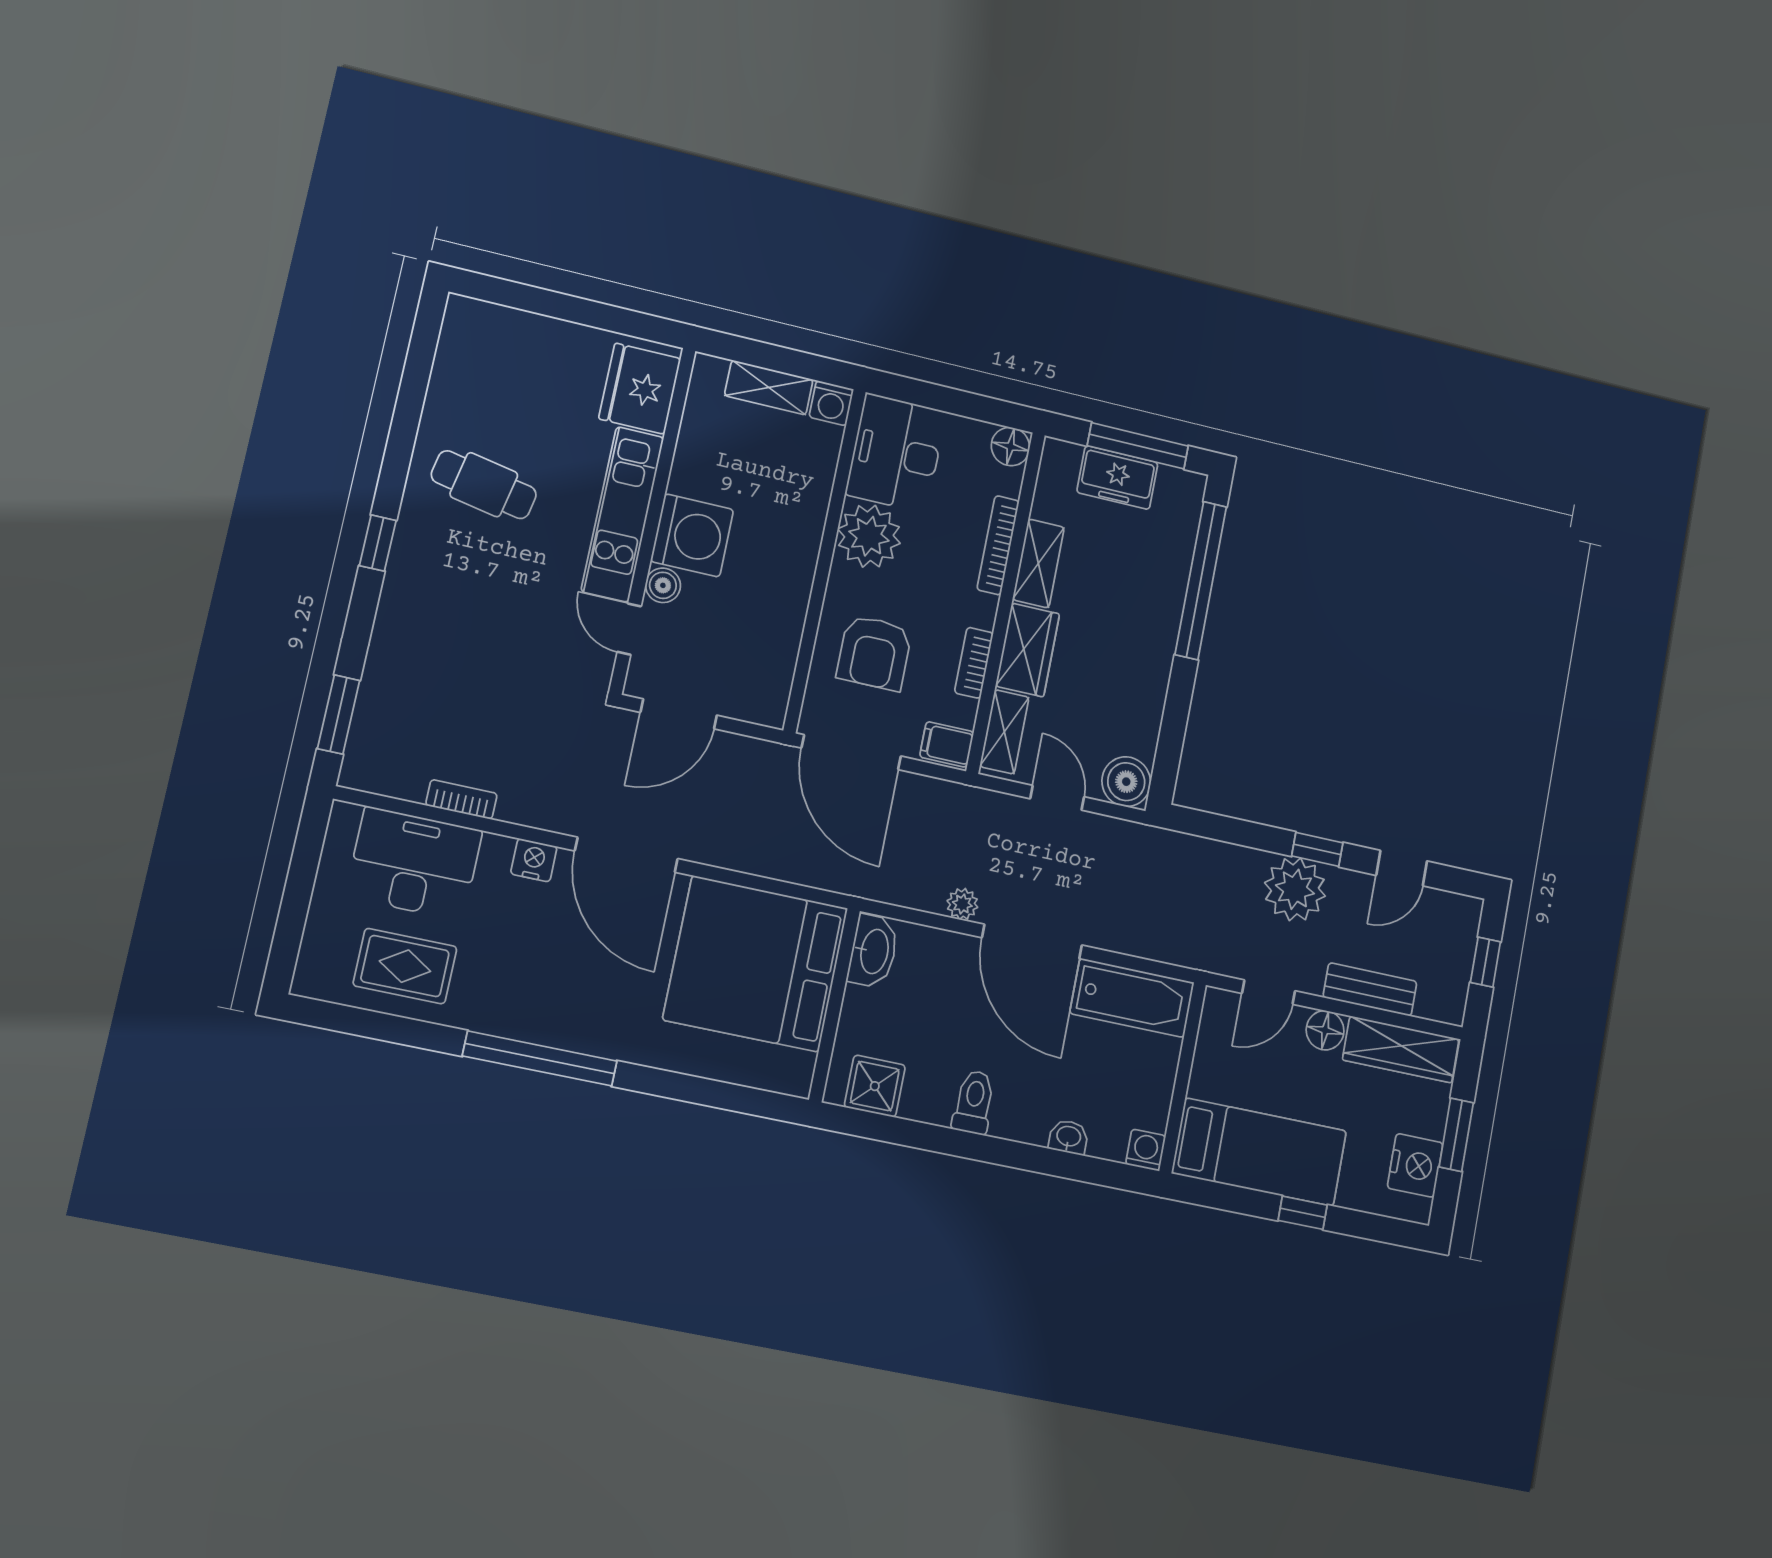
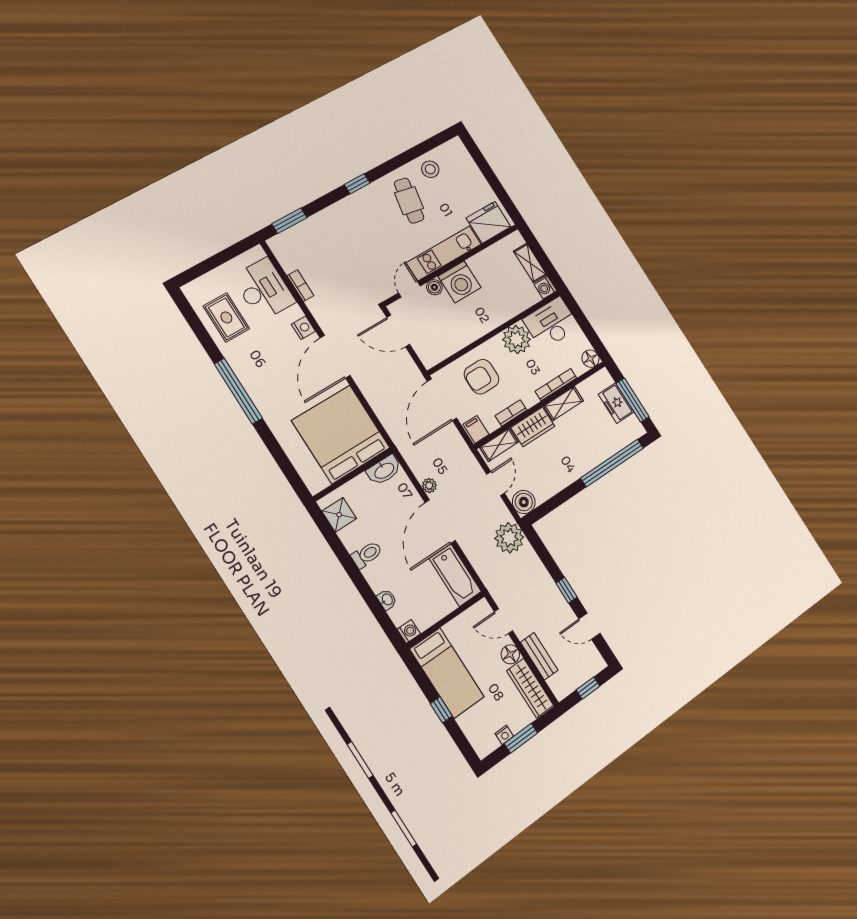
stool: (463, 397) -> (430, 169), added
plant: (1295, 889) -> (509, 538), moved
nightstand: (1415, 1165) -> (504, 735), width x0.53, depth x0.56

